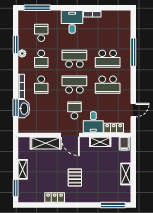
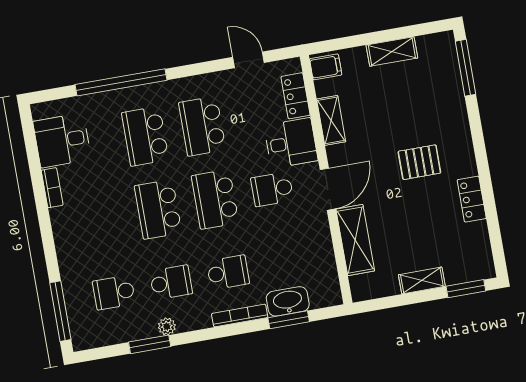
desk: (72, 22) -> (62, 140), moved
window: (133, 52) -> (121, 82), width x1.46
school desk: (108, 59) -> (145, 136), turned 180
school desk: (108, 85) -> (202, 126), turned 180

